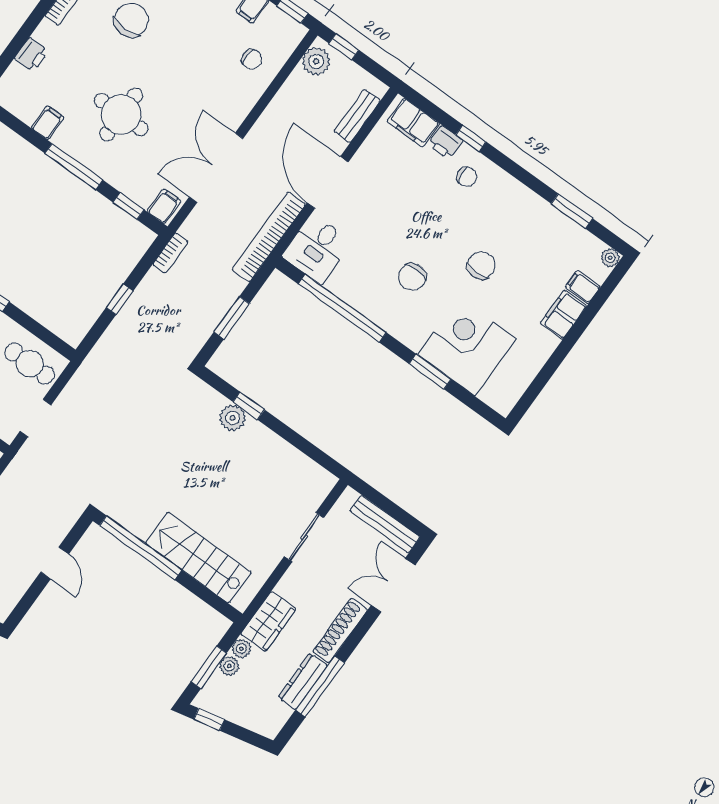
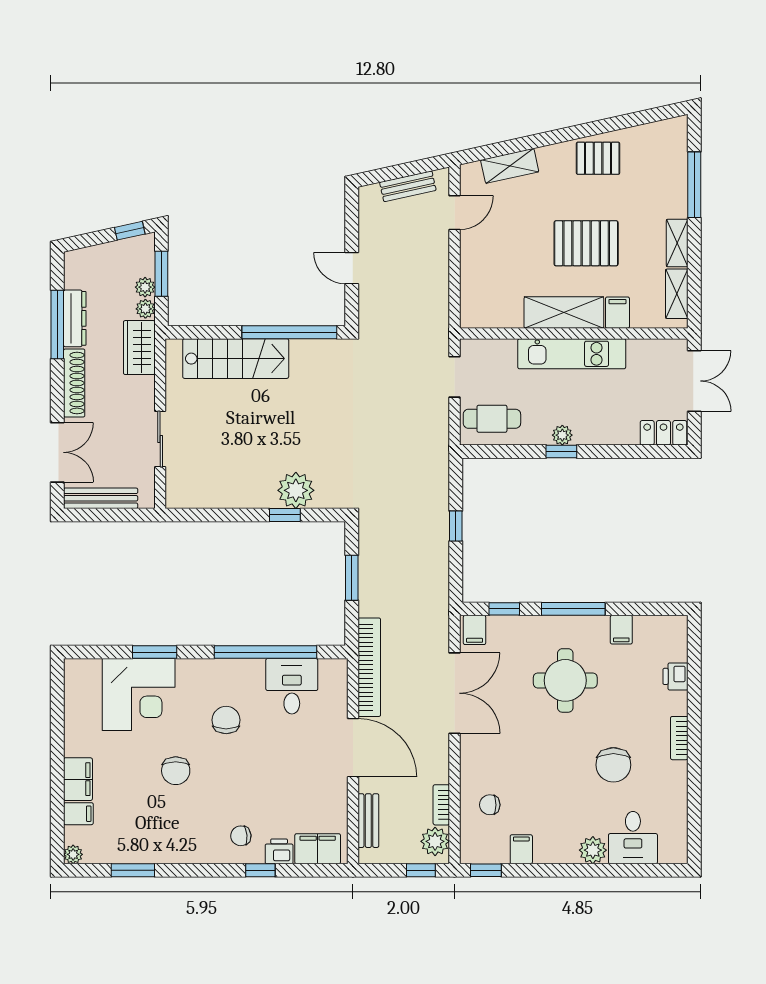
desk: (317, 249) -> (292, 686), moved
bookcase: (170, 253) -> (441, 805), moved
plant: (233, 418) -> (296, 490), width x1.36, depth x1.36

